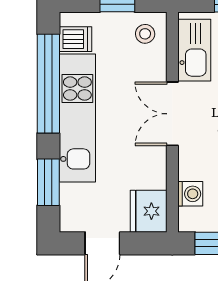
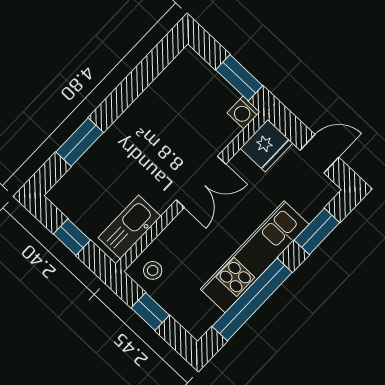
dishwasher: (76, 39) -> (204, 312), removed
double door: (172, 114) -> (201, 182), moved
washing machine: (190, 194) -> (243, 112), moved, turned -90

